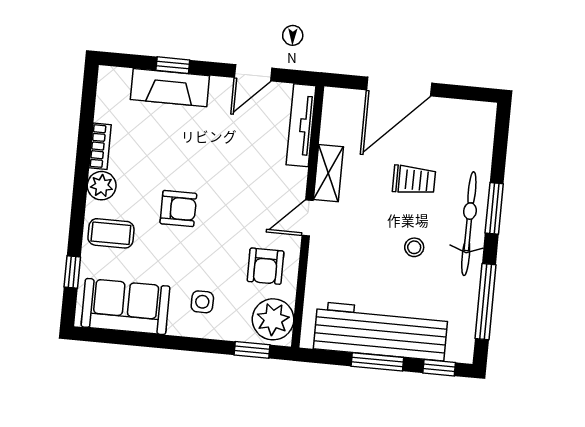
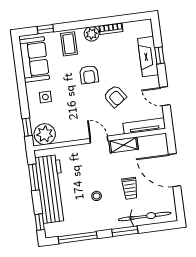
bicycle: (469, 224) -> (145, 216), moved
armchair: (265, 266) -> (115, 96), moved, turned -125
window: (377, 362) -> (34, 177), moved

